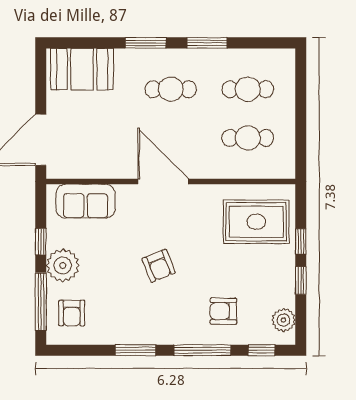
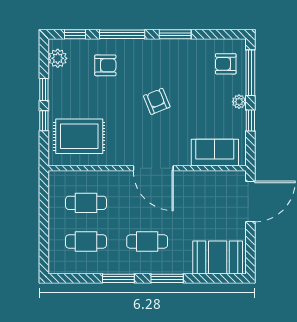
plant: (63, 265) -> (239, 102), width x0.53, depth x0.53
armchair: (72, 313) -> (226, 64), turned -90

